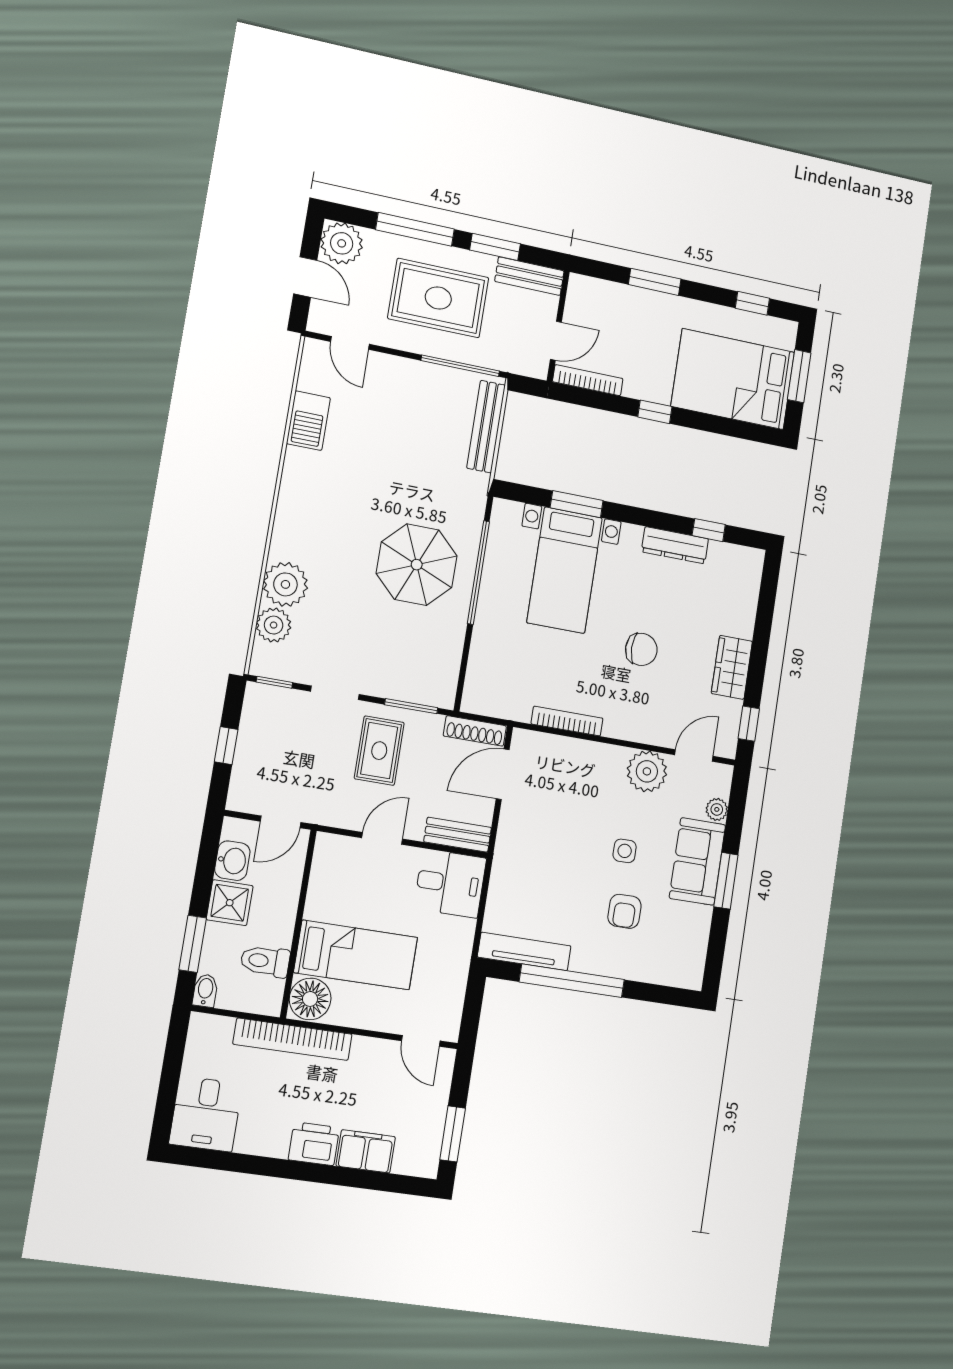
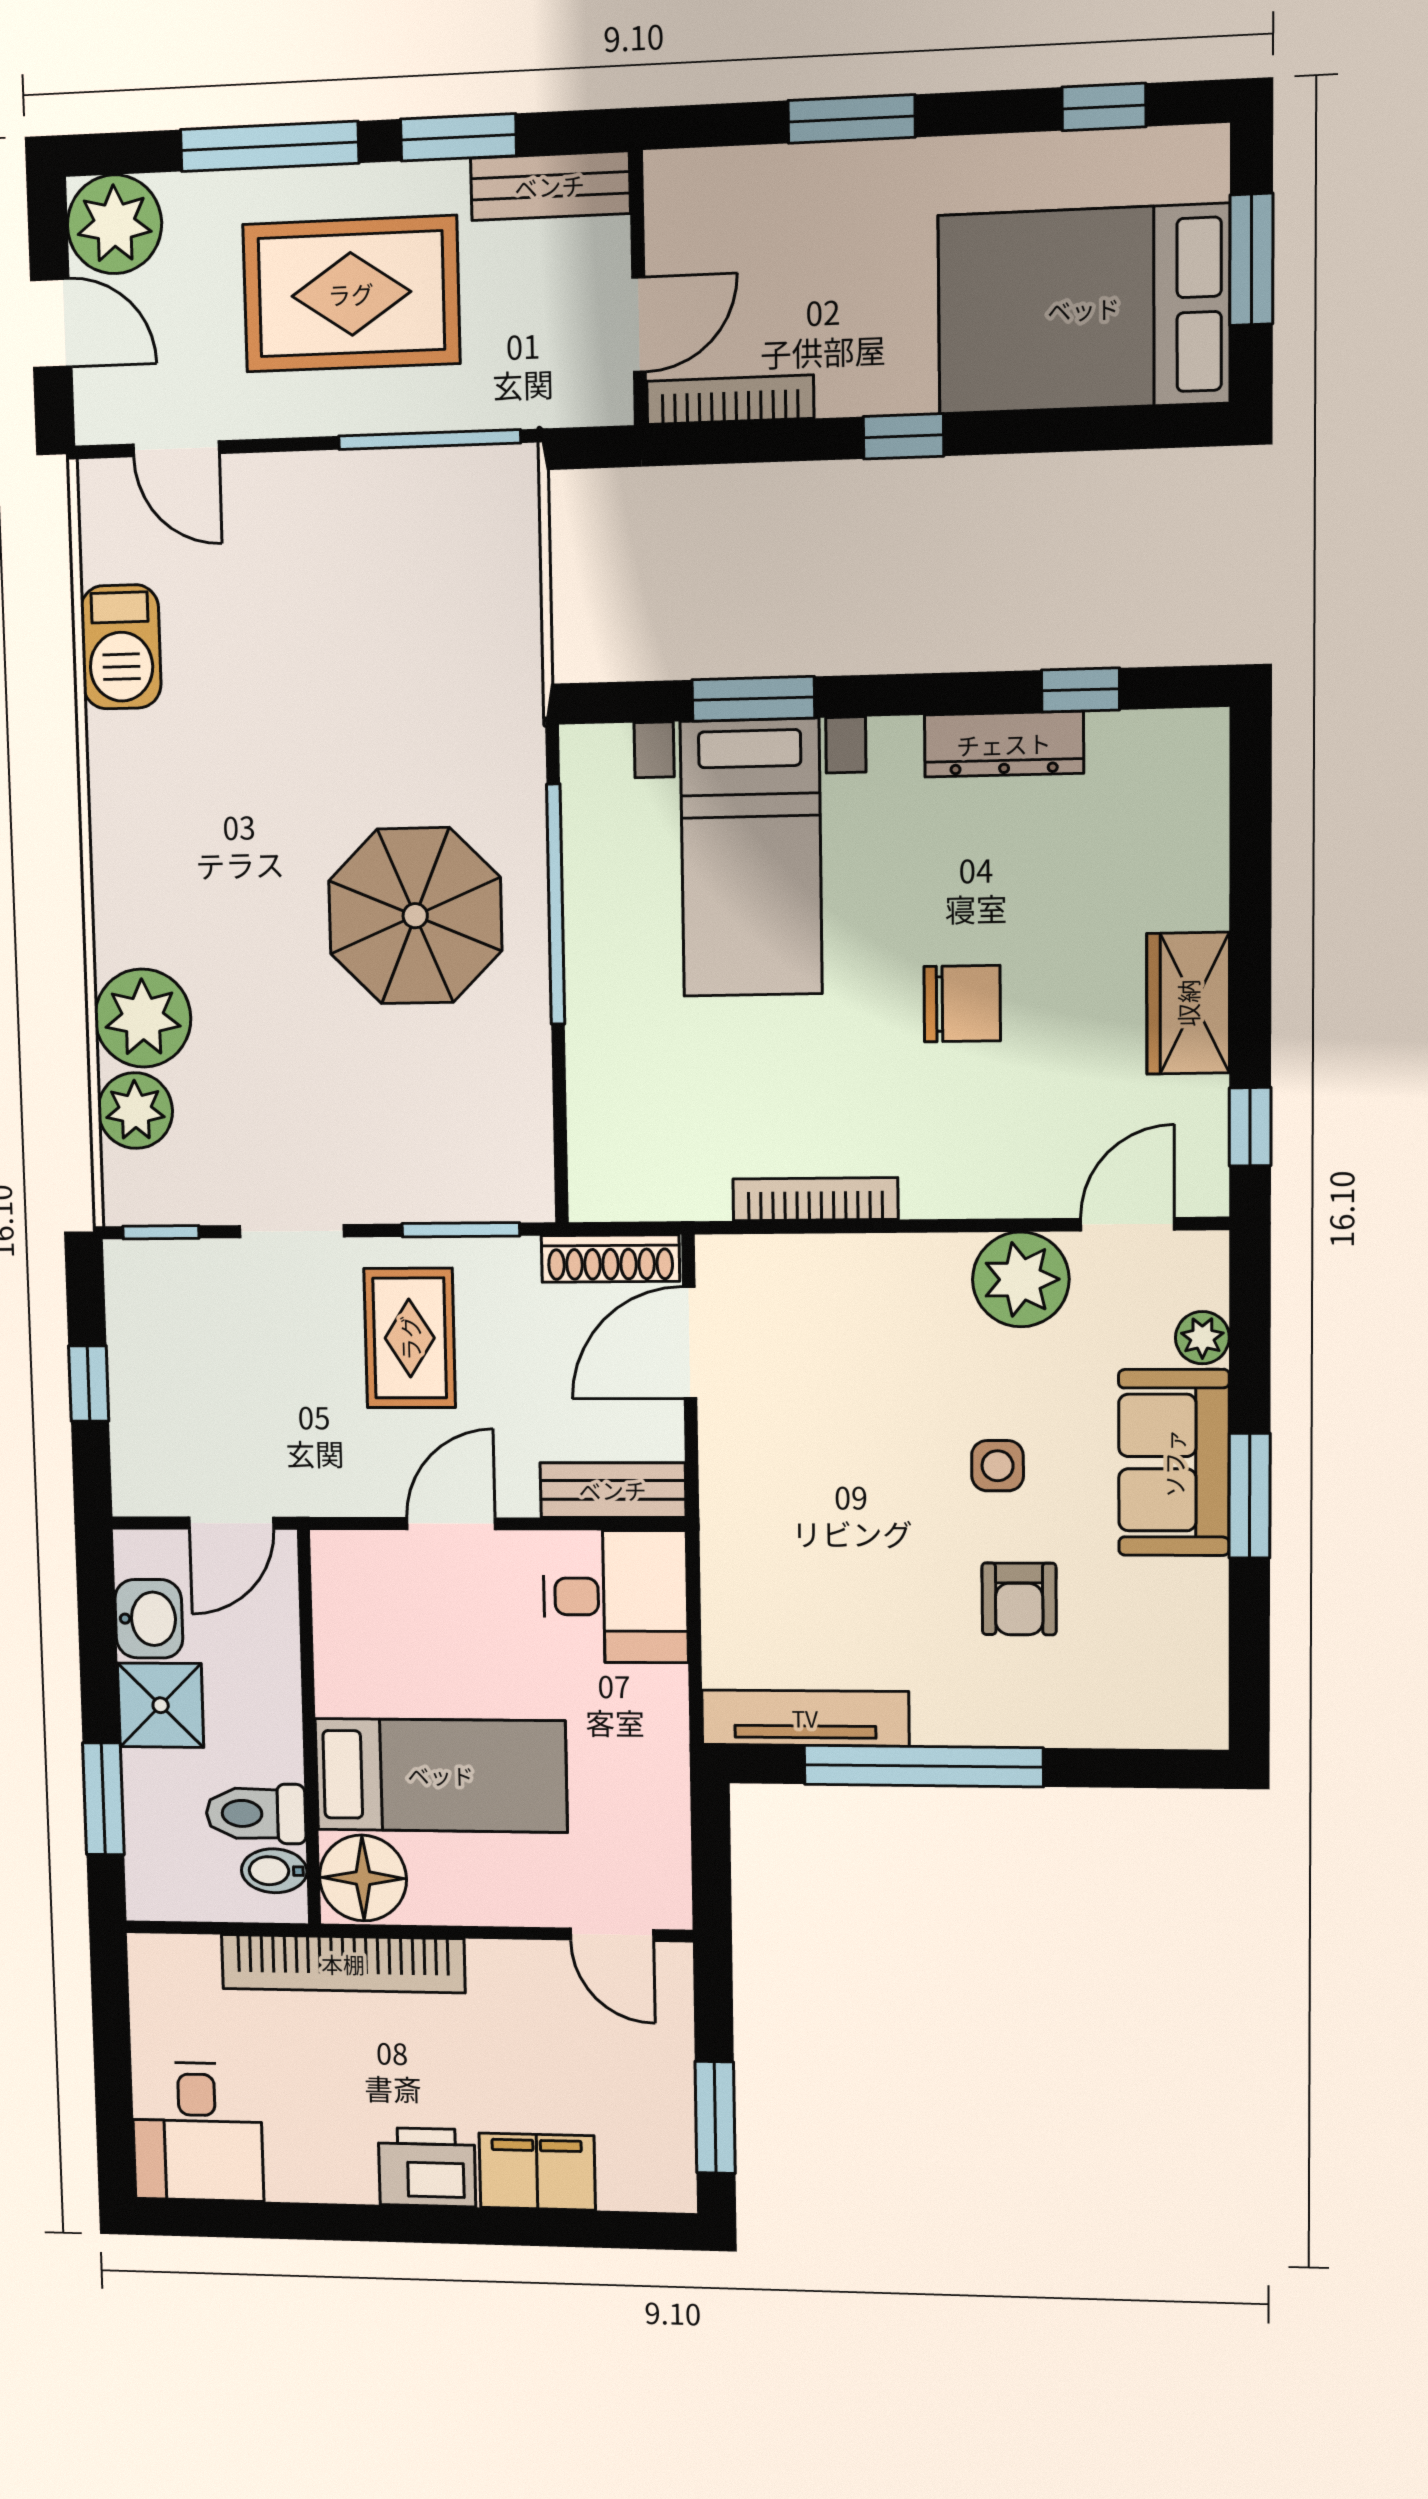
bench: (486, 427) -> (513, 567), removed
bidet: (205, 991) -> (274, 1871), moved, turned -90

